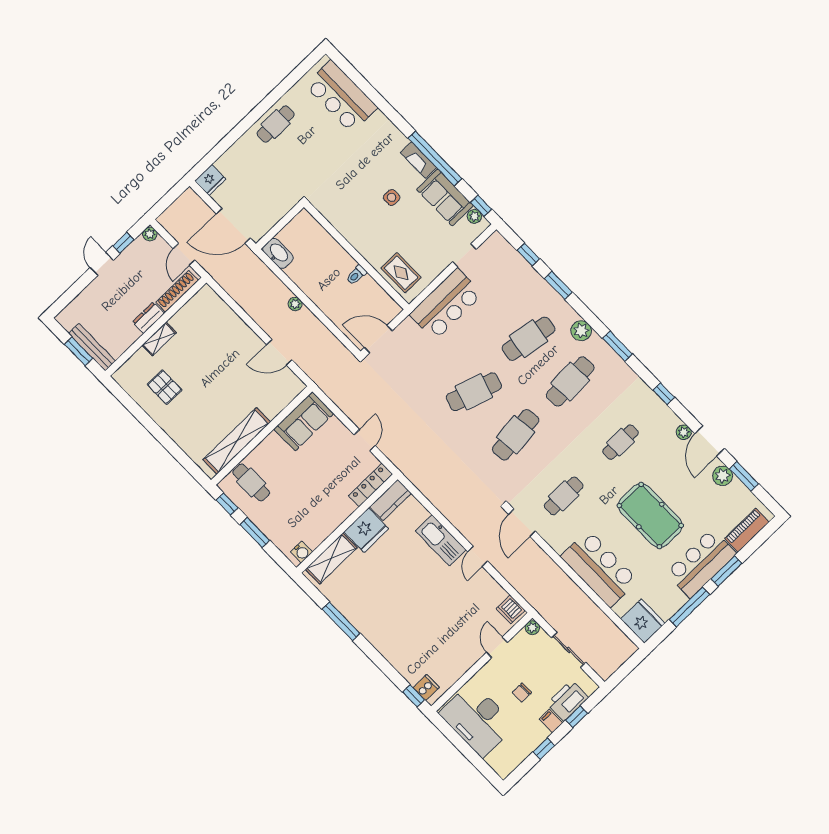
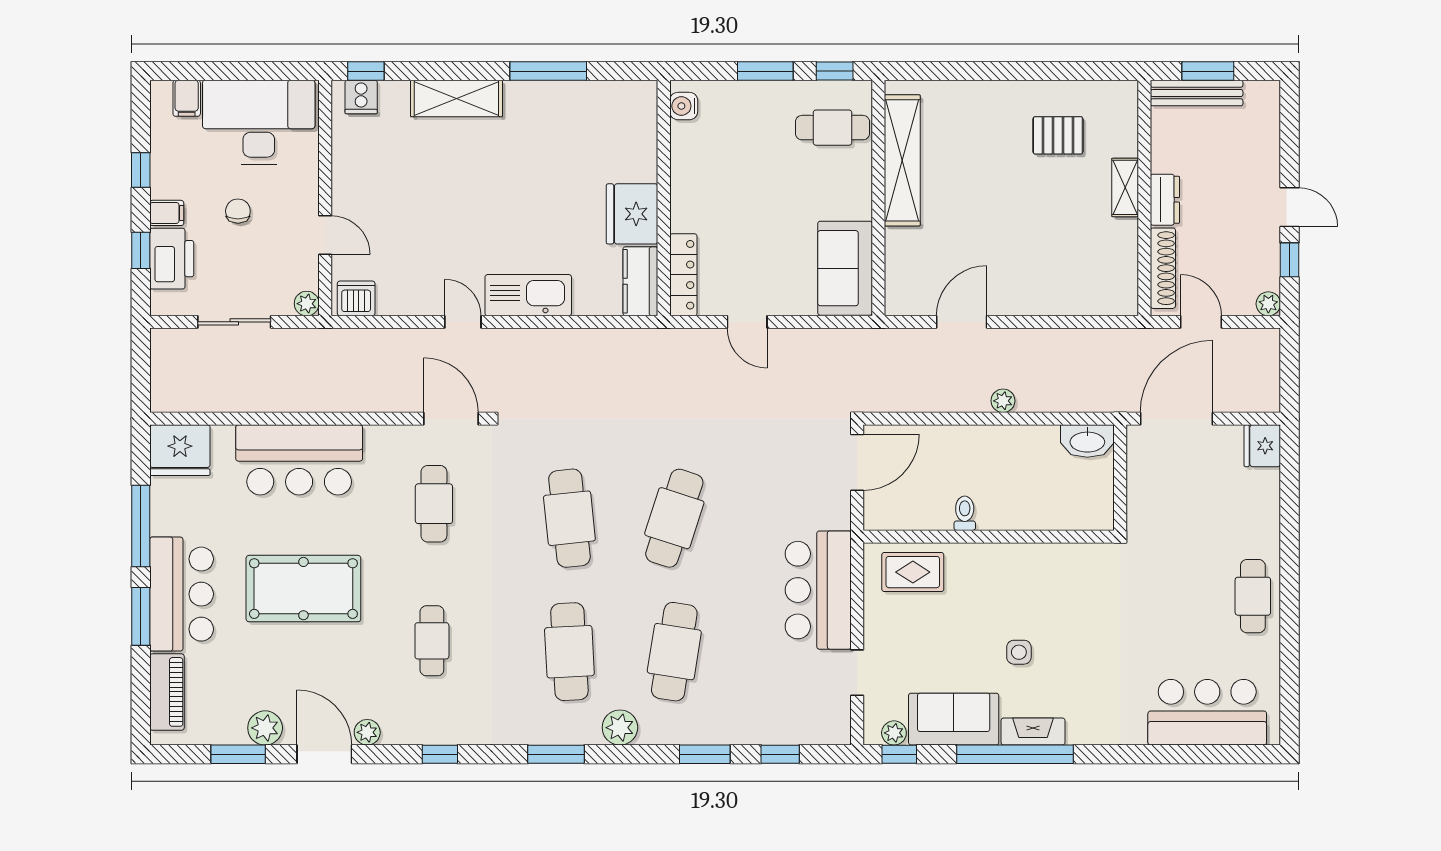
shelving: (331, 558) -> (456, 98), moved, turned 90
filing cabinet: (496, 758) -> (187, 98), added

